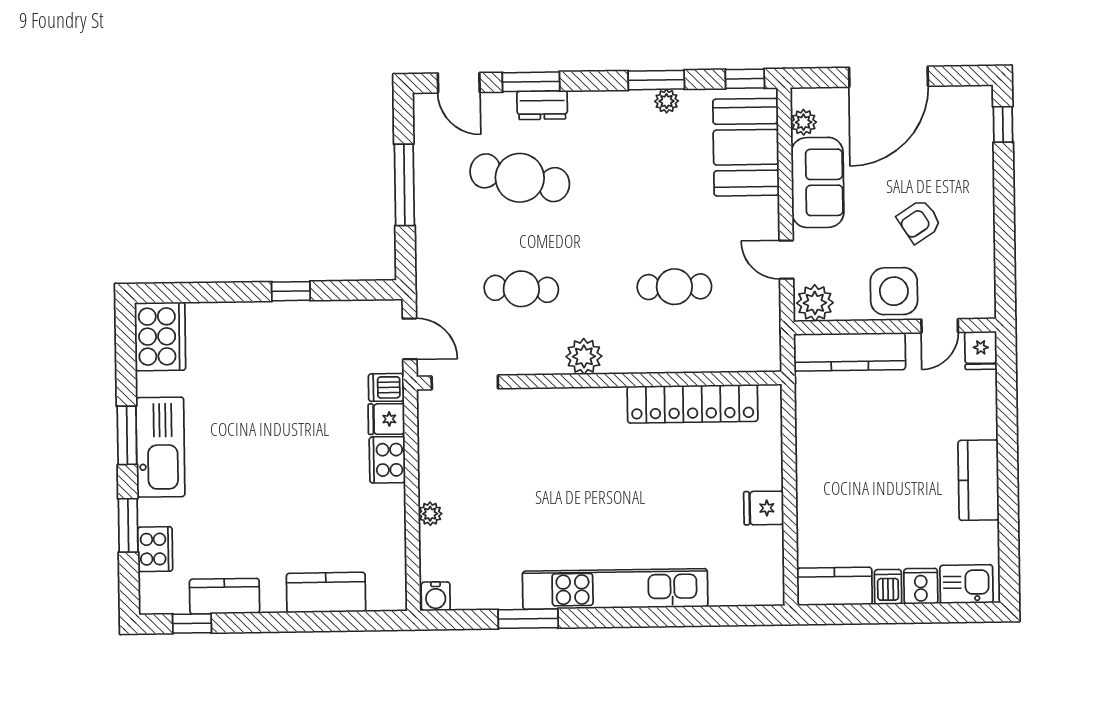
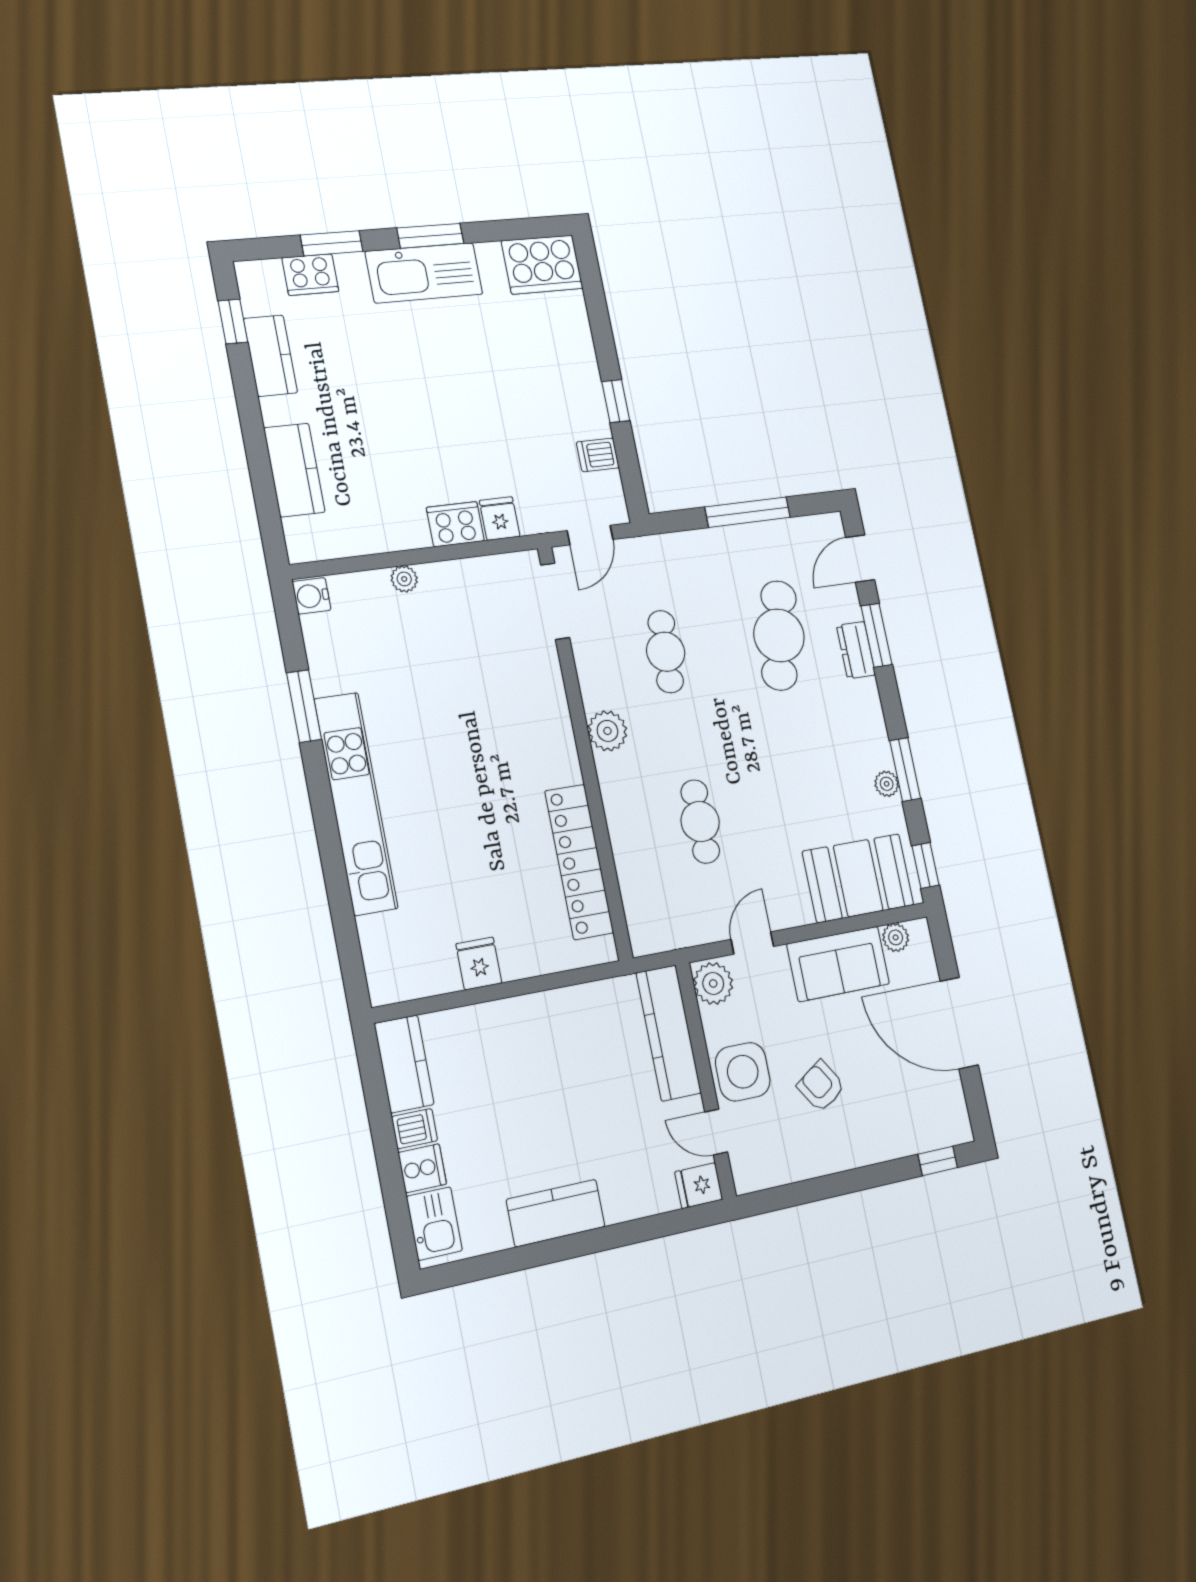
dishwasher: (386, 387) -> (598, 455), moved, turned -90

